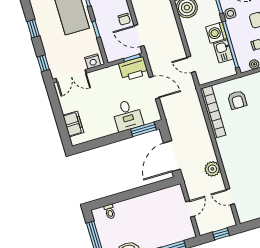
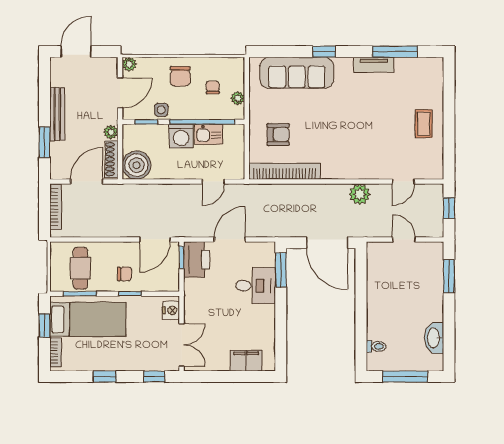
chair: (124, 19) -> (125, 274), moved

